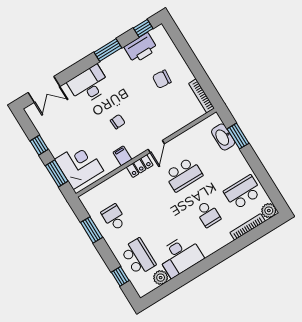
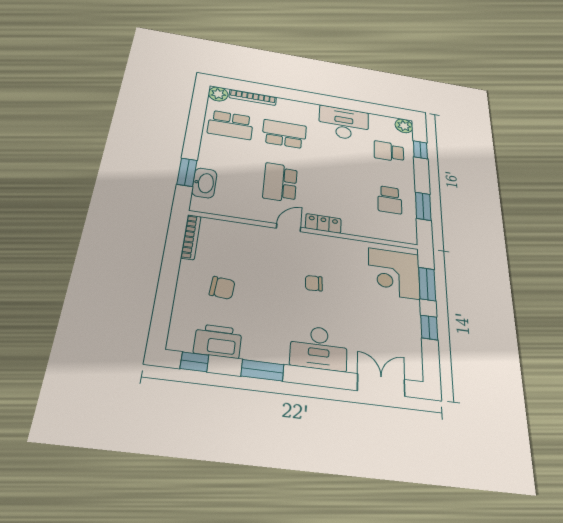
filing cabinet: (122, 156) -> (336, 247), removed
school desk: (184, 174) -> (280, 182), turned -90
school desk: (208, 214) -> (284, 134), width x1.85
school desk: (138, 257) -> (389, 151), width x0.54
plant: (161, 278) -> (404, 126), moved

